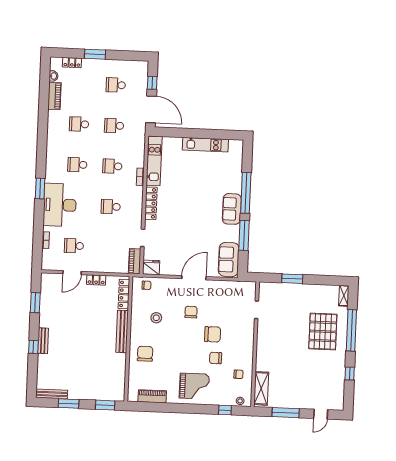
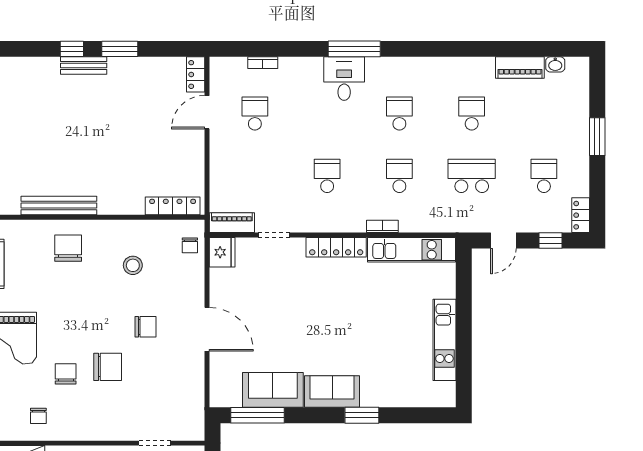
locker: (72, 63) -> (581, 215), moved
door: (151, 109) -> (503, 240), width x0.53
school desk: (114, 126) -> (472, 176), width x1.85
window: (40, 188) -> (354, 49), width x1.44
window: (246, 193) -> (362, 415), width x0.47
desk: (60, 205) -> (344, 79), width x0.53, depth x0.77
window: (244, 235) -> (258, 415), moved
sofa: (229, 259) -> (273, 390), moved
door: (72, 273) -> (207, 112), hinge flipped
locker: (96, 280) -> (196, 74), moved
window: (35, 303) -> (120, 49), moved
bench: (122, 331) -> (59, 206), moved
chair: (213, 334) -> (108, 367), turned -90
chair: (145, 354) -> (68, 248), turned -90

